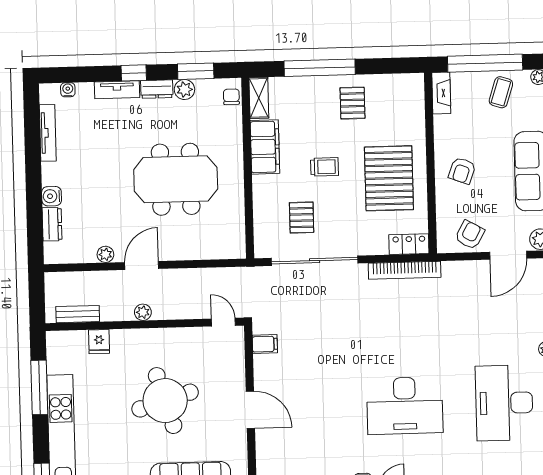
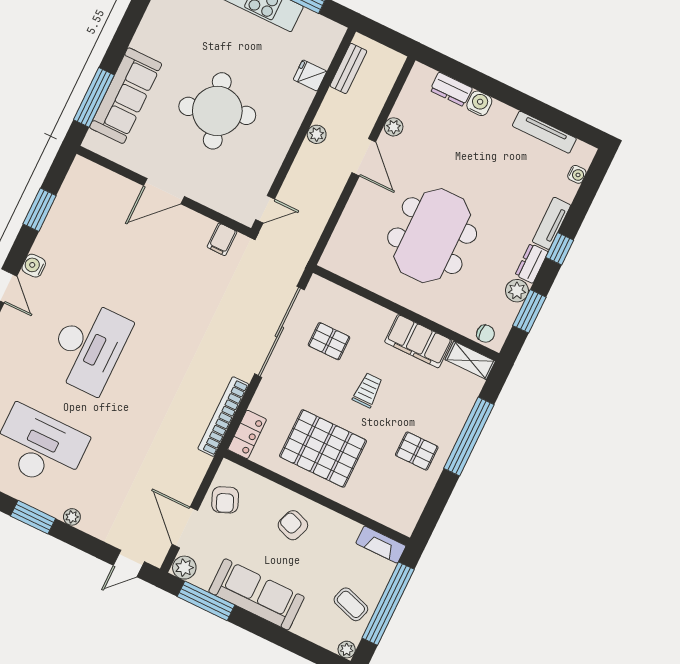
trolley: (325, 167) -> (368, 390), turned 180
armchair: (470, 235) -> (225, 500), turned 38
desk: (405, 406) -> (88, 347), turned 180

